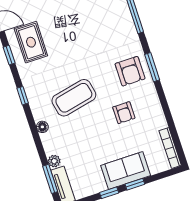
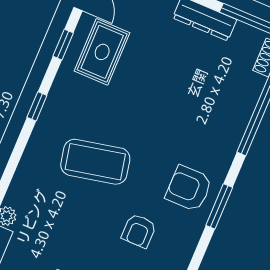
armchair: (130, 71) -> (189, 188), turned 90
floor lamp: (42, 127) -> (28, 163), removed

